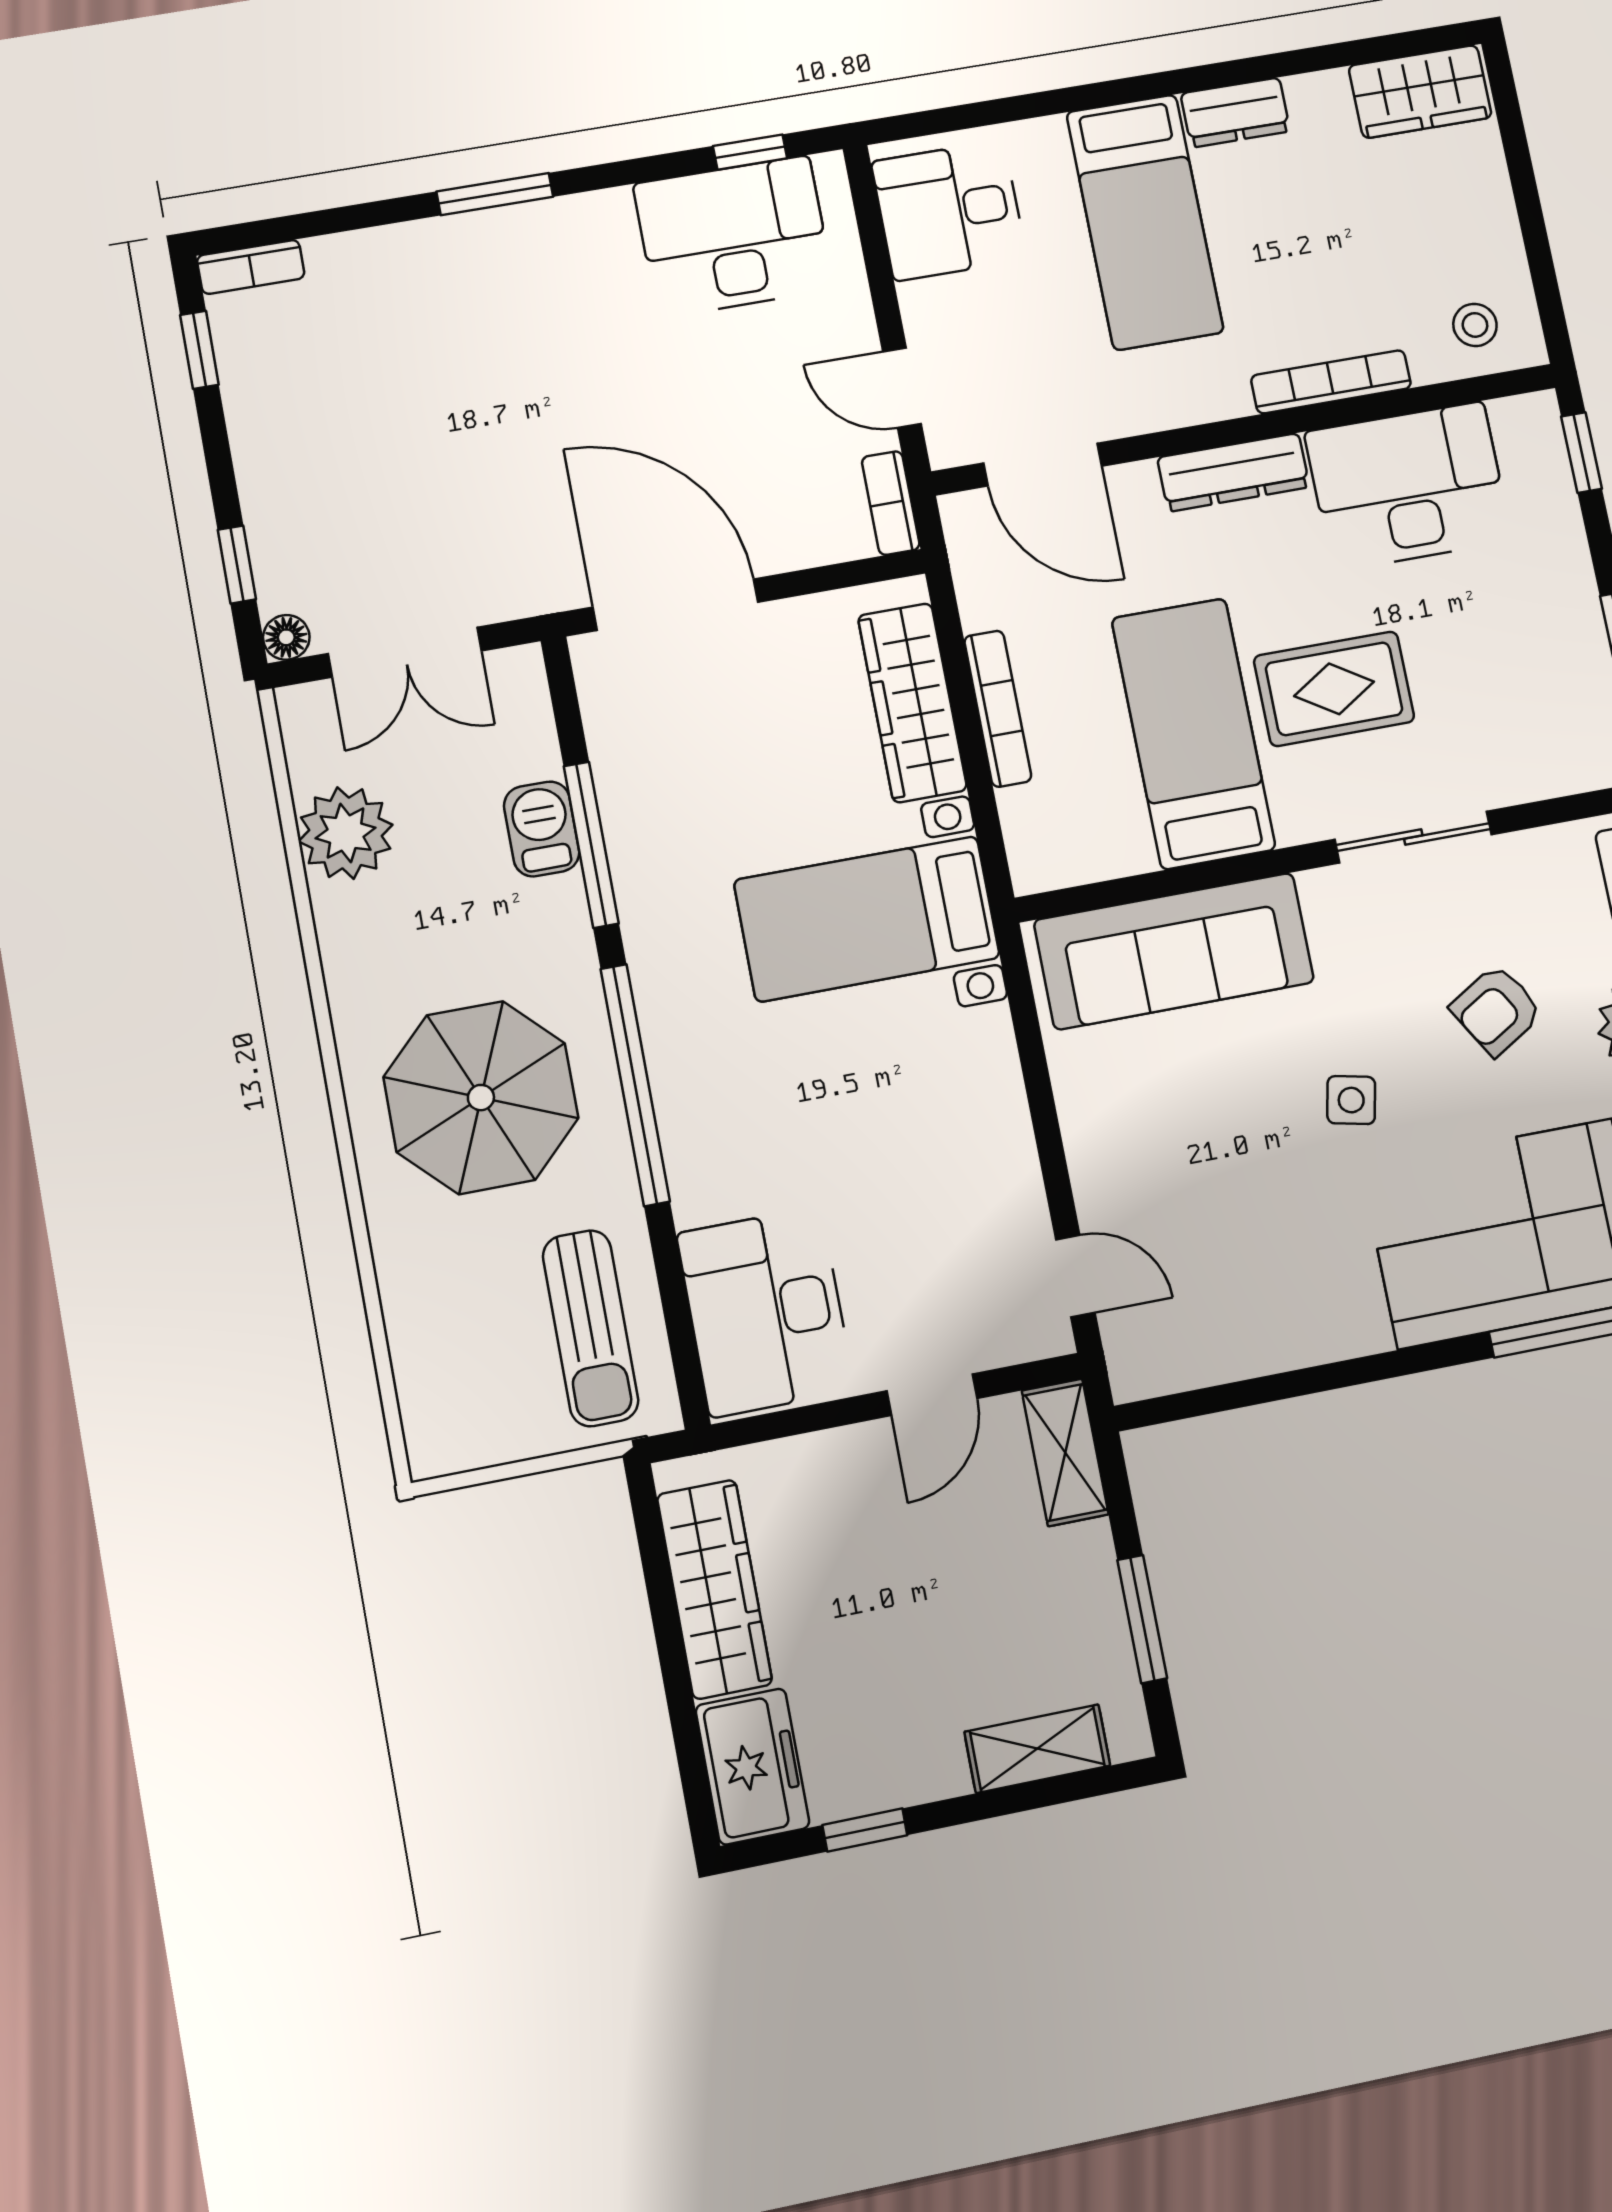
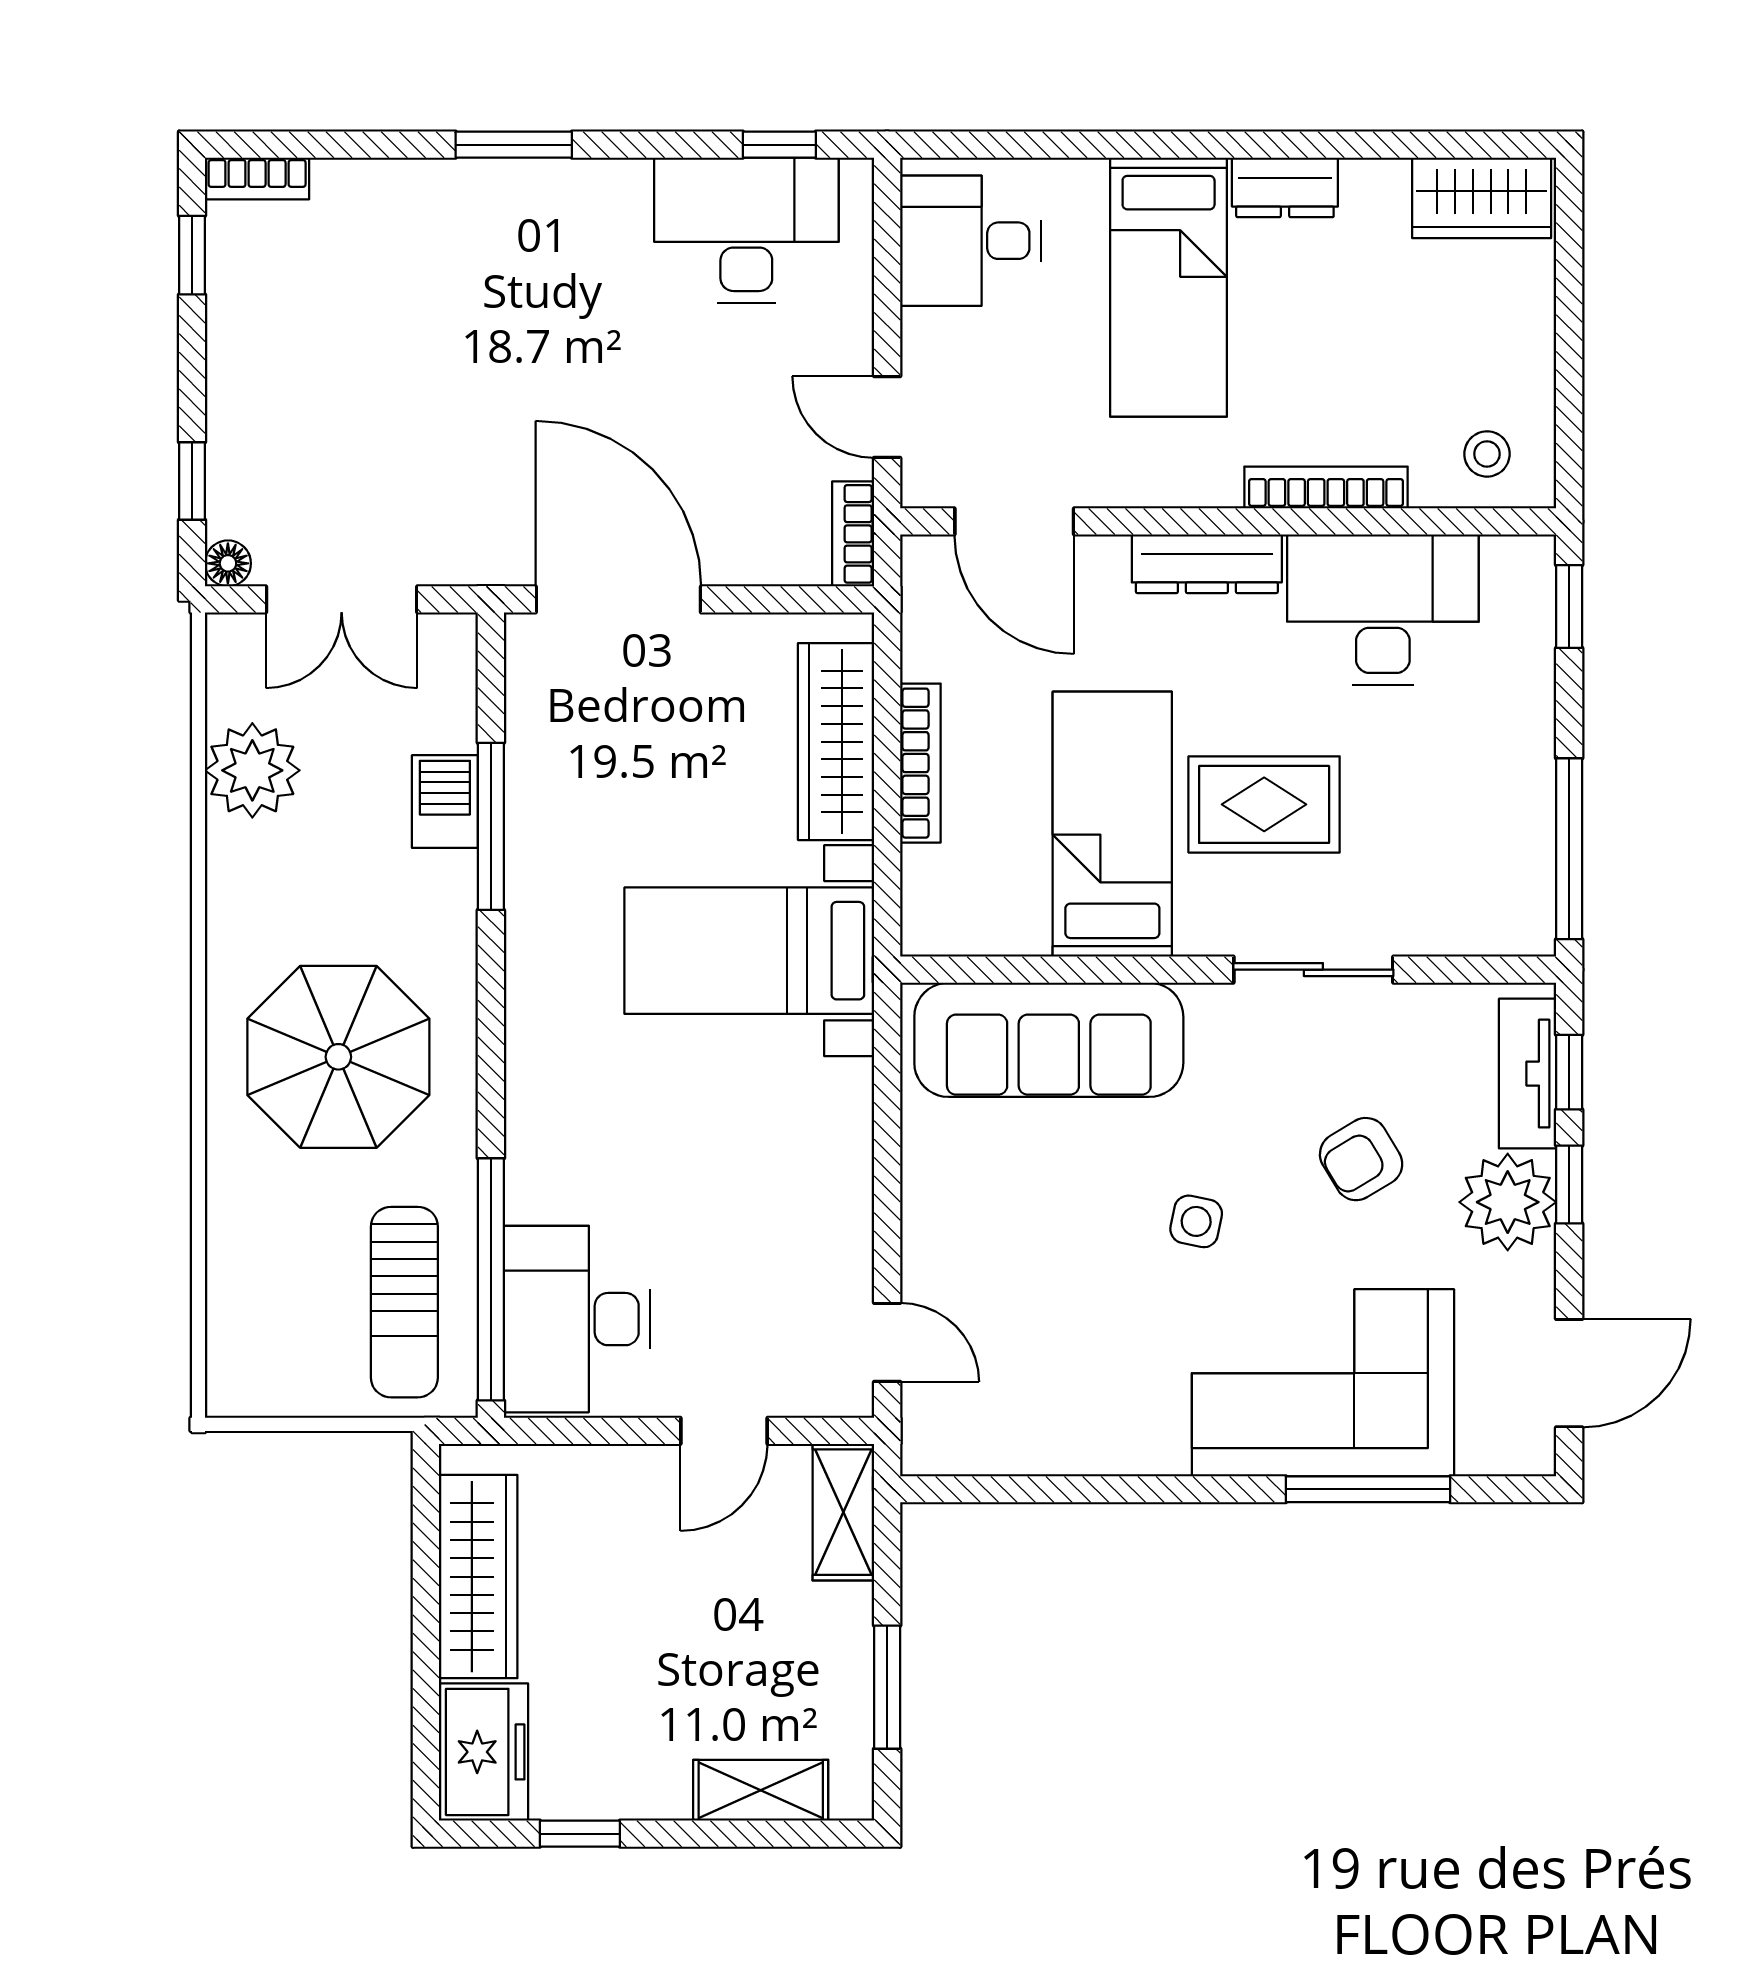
window: (635, 1085) -> (491, 1279), moved

